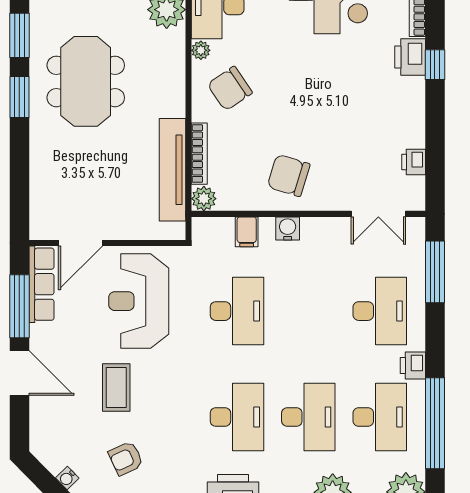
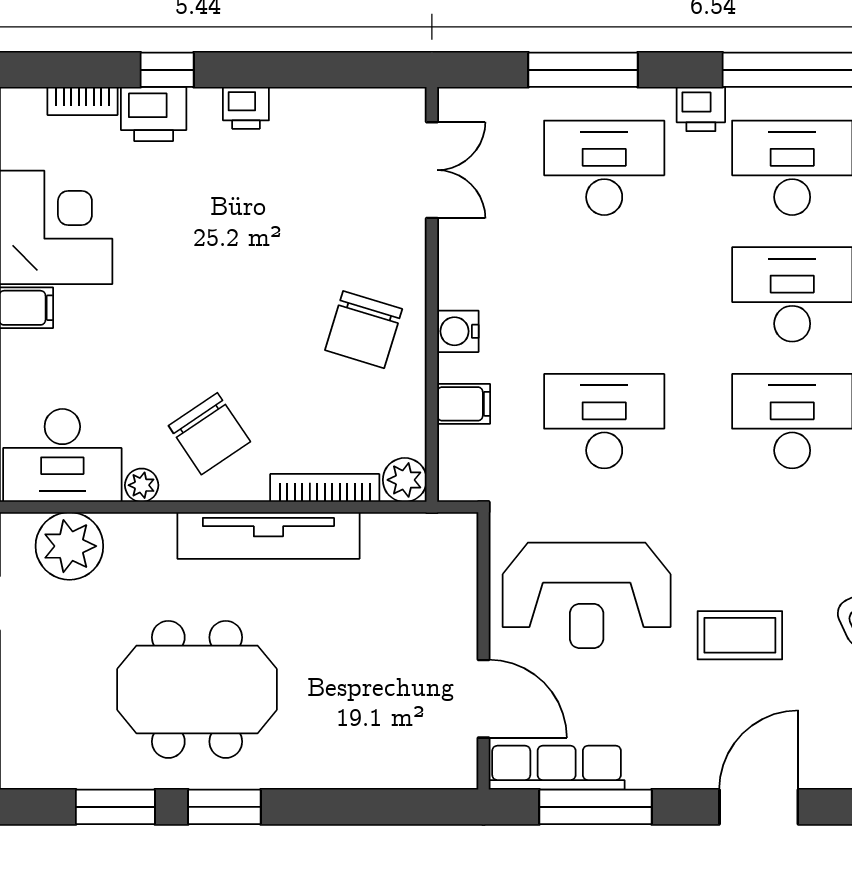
printer: (414, 162) -> (246, 108), moved
tv unit: (172, 170) -> (268, 536), moved
window: (435, 272) -> (583, 70), moved
door: (19, 373) -> (759, 807), moved

